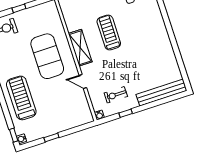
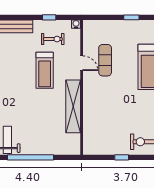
treadmill: (109, 32) -> (45, 70), moved
shelving: (80, 48) -> (73, 106), width x1.47
exercise mat: (47, 56) -> (105, 60), moved, width x0.50, depth x0.69

